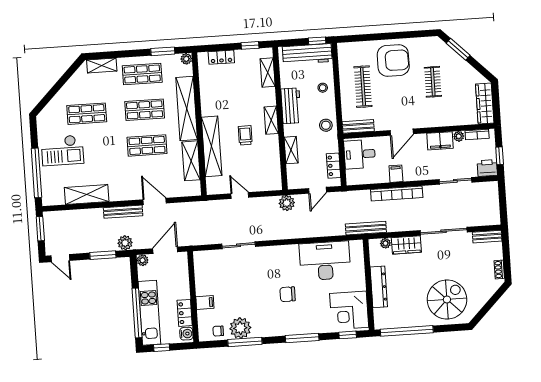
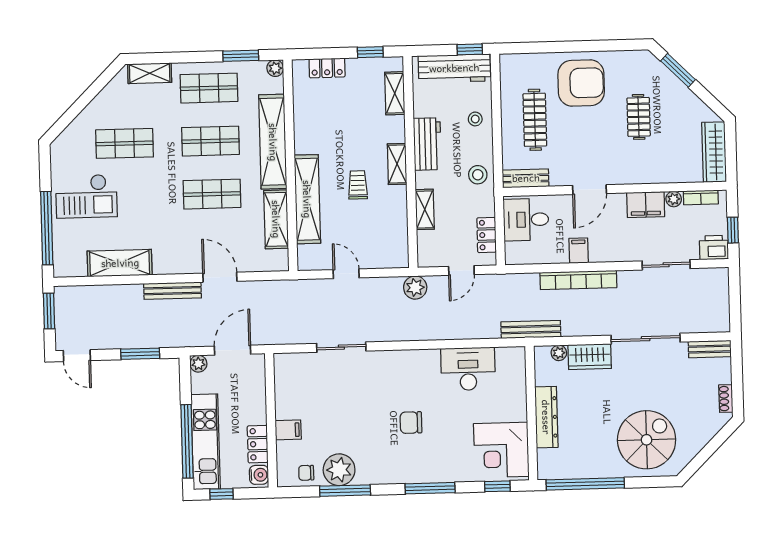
plant: (125, 243) -> (174, 337), removed
desk: (325, 261) -> (468, 369), width x0.73, depth x0.77

